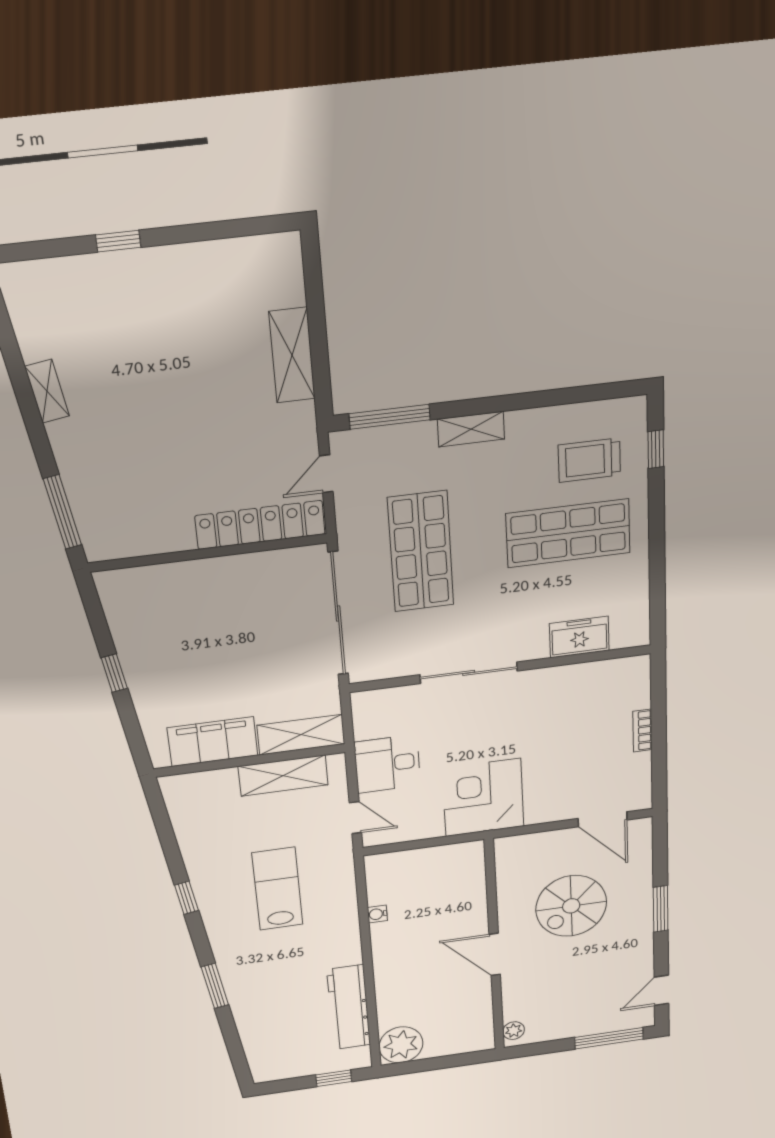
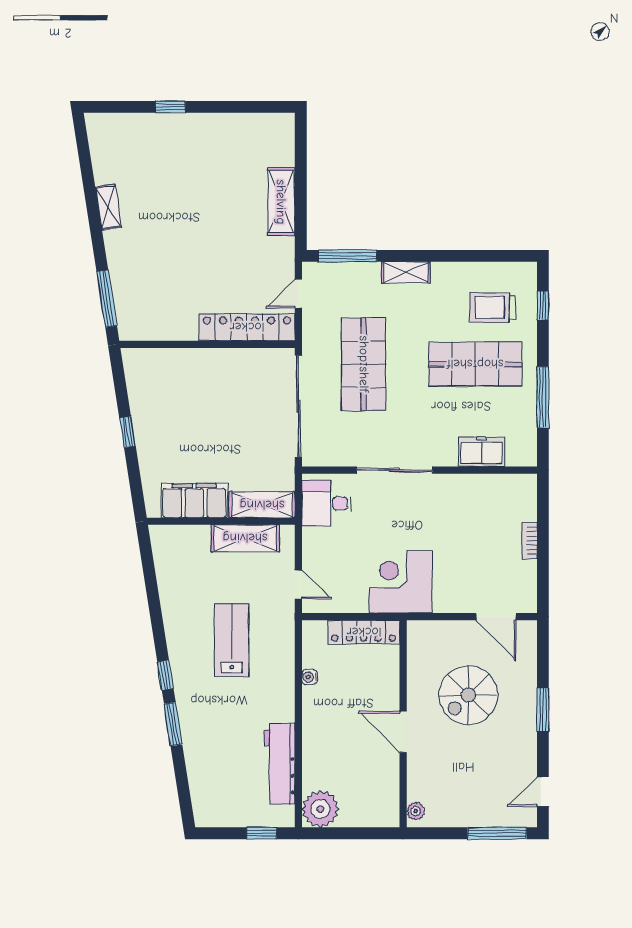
window: (657, 563) -> (543, 397), added
desk: (387, 764) -> (327, 504), moved
locker: (441, 858) -> (364, 632), added
window: (187, 898) -> (165, 675), moved

